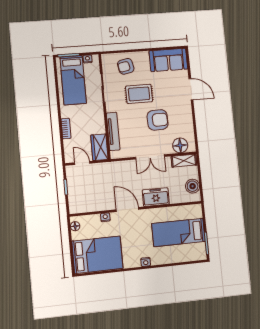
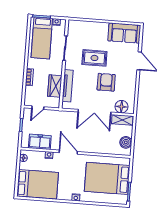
armchair: (126, 66) -> (87, 33), removed
armchair: (158, 120) -> (106, 82), turned -89
wardrobe: (99, 147) -> (55, 86), moved
double door: (150, 157) -> (95, 112), width x1.37
door: (82, 163) -> (38, 108), swing flipped
freezer: (156, 197) -> (40, 142), moved
bed: (178, 232) -> (107, 178), width x1.50

